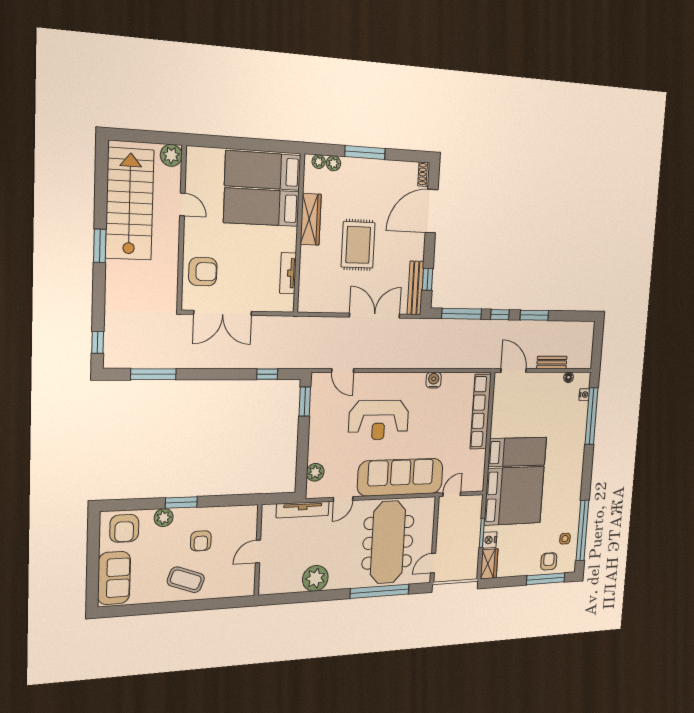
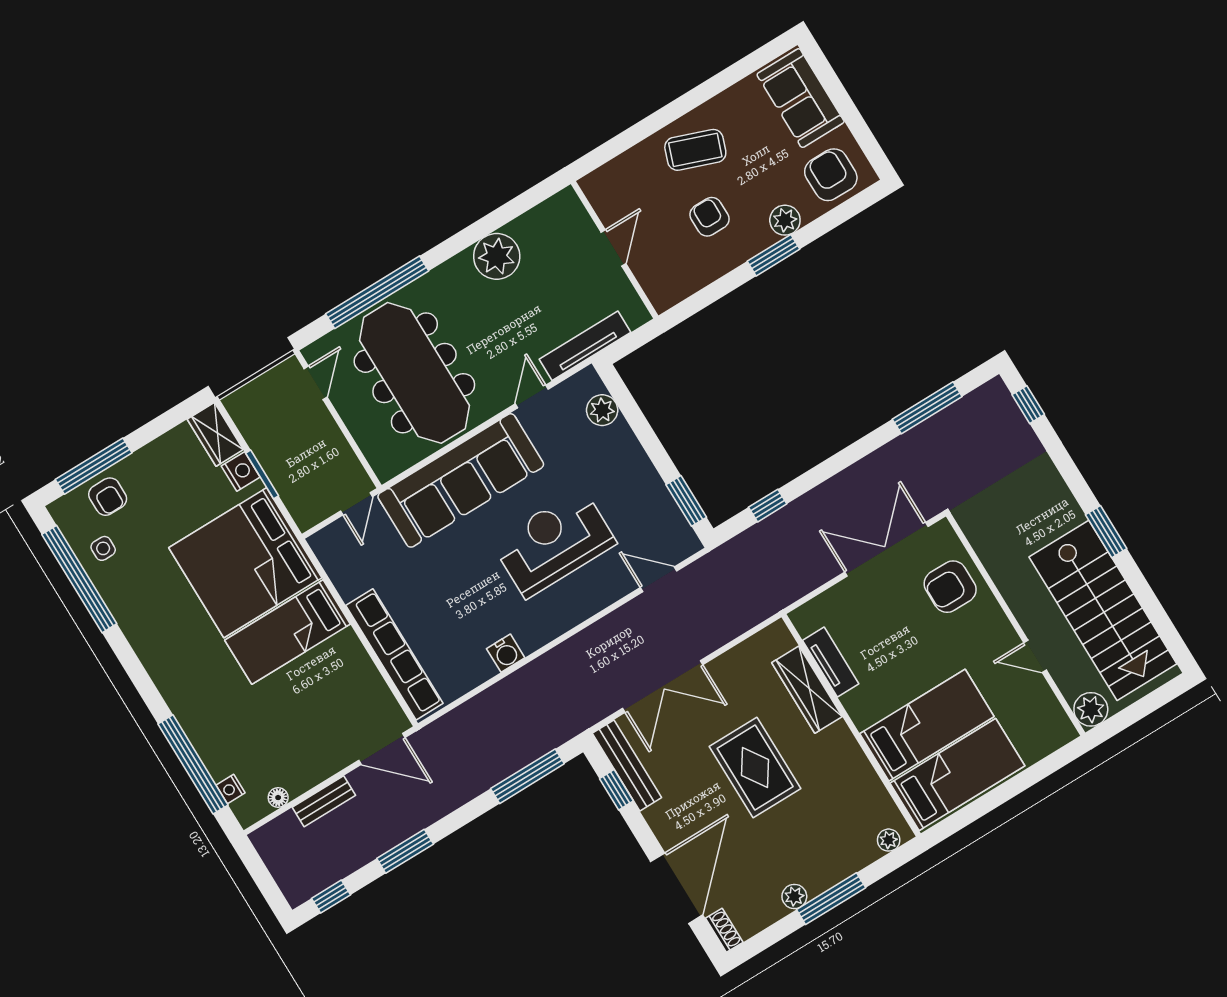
plant: (333, 163) -> (794, 896), moved
wardrobe: (311, 219) -> (807, 690), moved
window: (500, 315) -> (331, 897), moved

